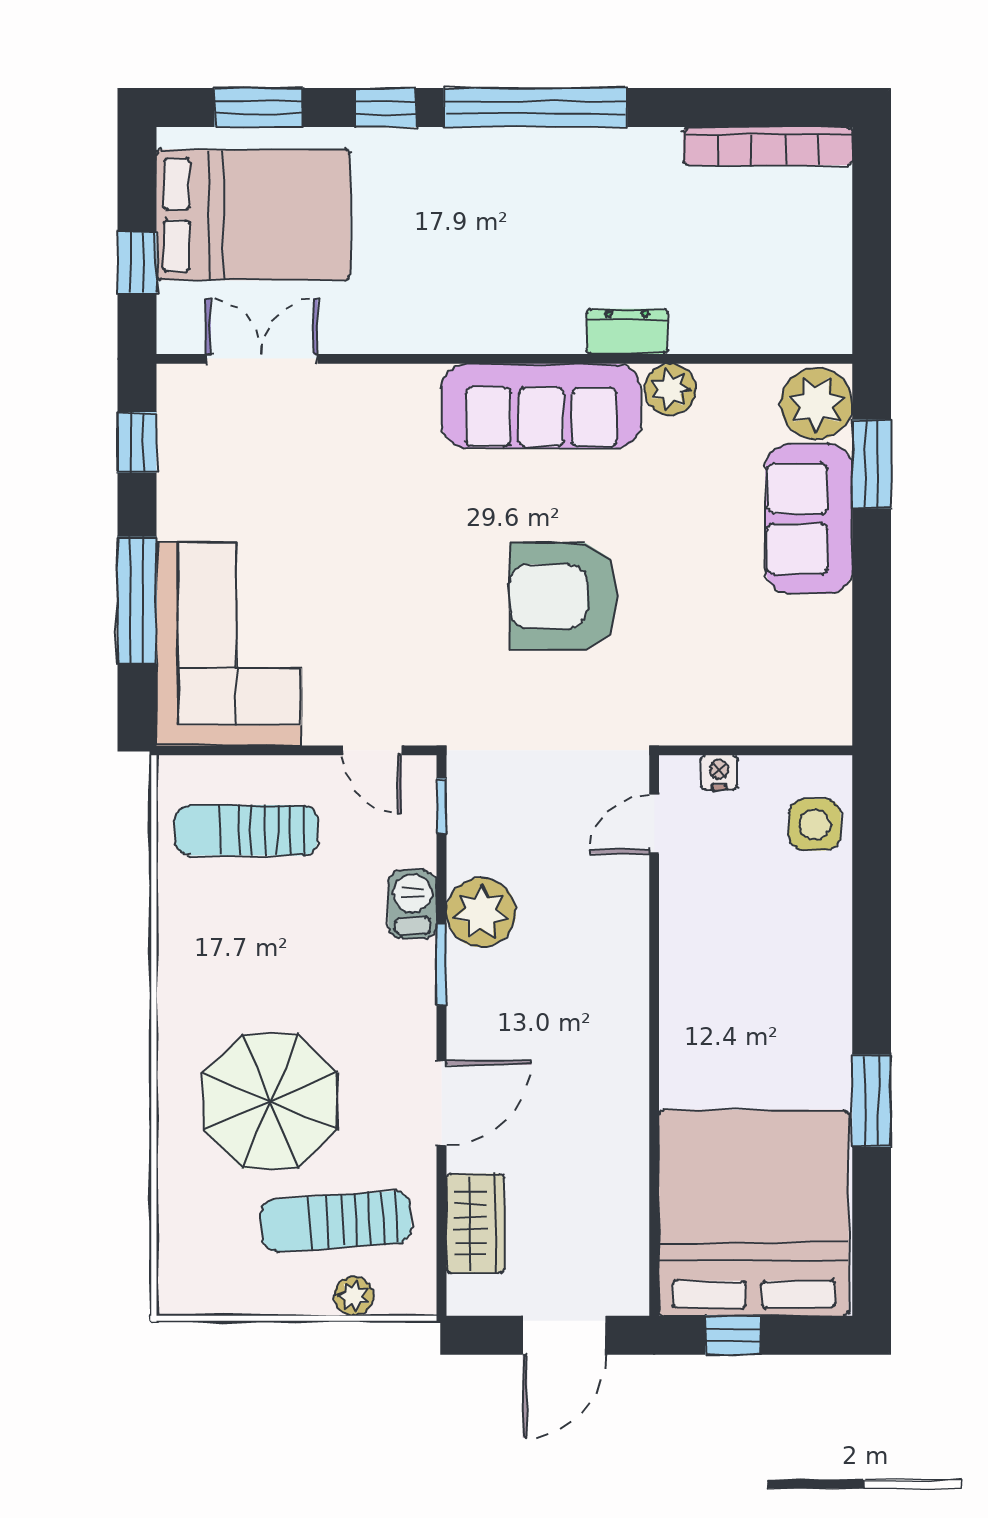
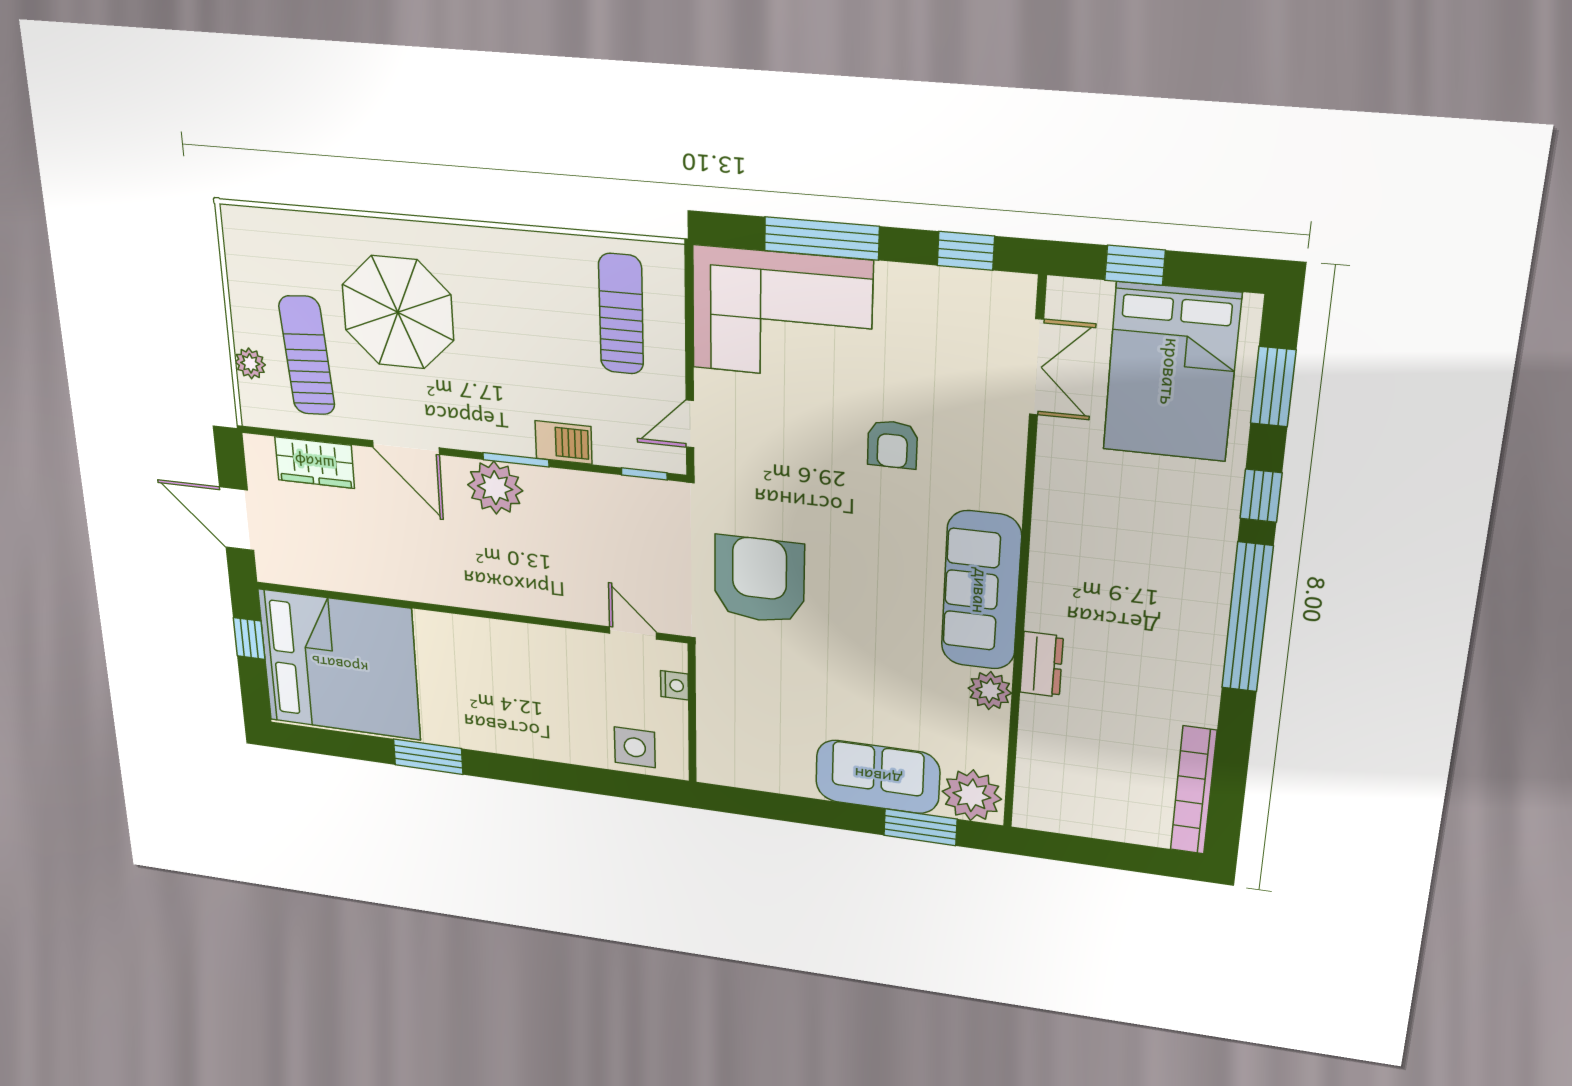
armchair: (371, 515) -> (892, 444), added
armchair: (564, 596) -> (759, 580), moved
plant: (481, 912) -> (495, 488), moved

